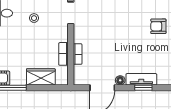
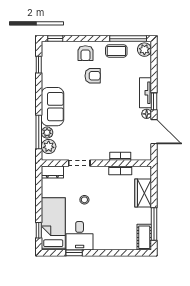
armchair: (158, 26) -> (93, 76), turned -90
window: (143, 88) -> (154, 101), moved

